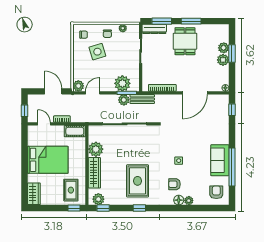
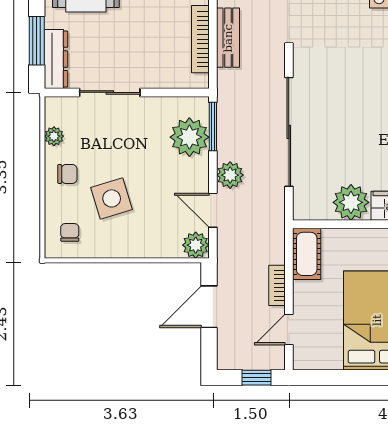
bench: (142, 99) -> (228, 38), moved
plant: (124, 100) -> (230, 175), moved

